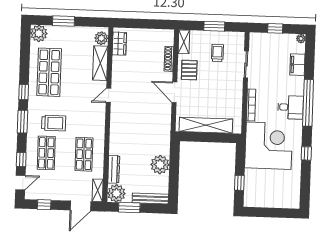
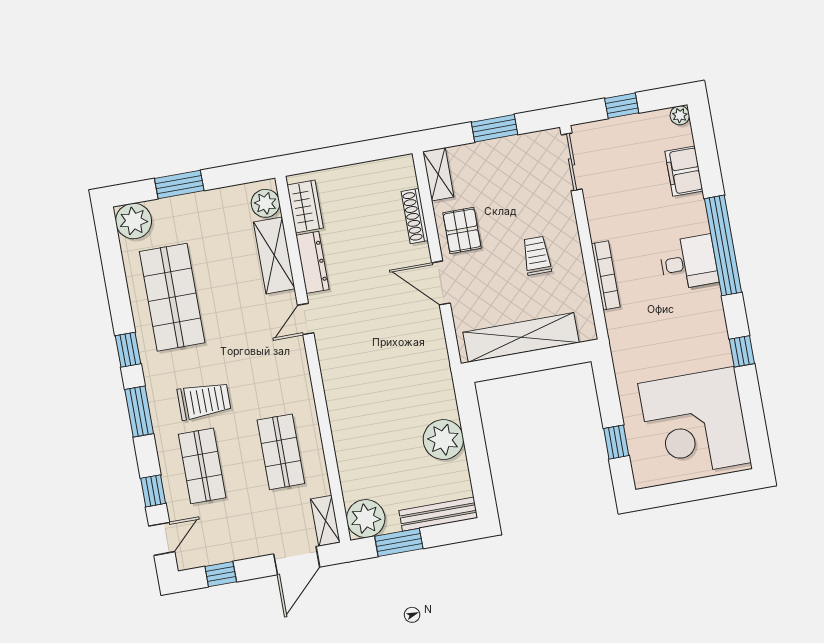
trolley: (217, 53) -> (537, 256), moved
sliding door: (246, 65) -> (572, 162), moved
corner desk: (269, 146) -> (695, 423), moved, turned 180
dresser: (114, 169) -> (312, 262), moved

